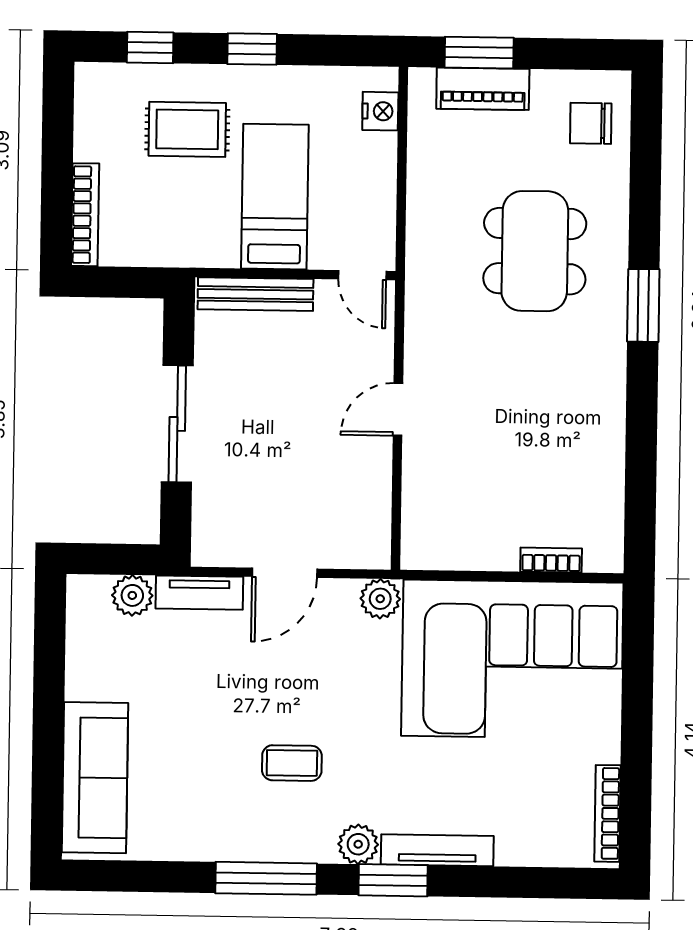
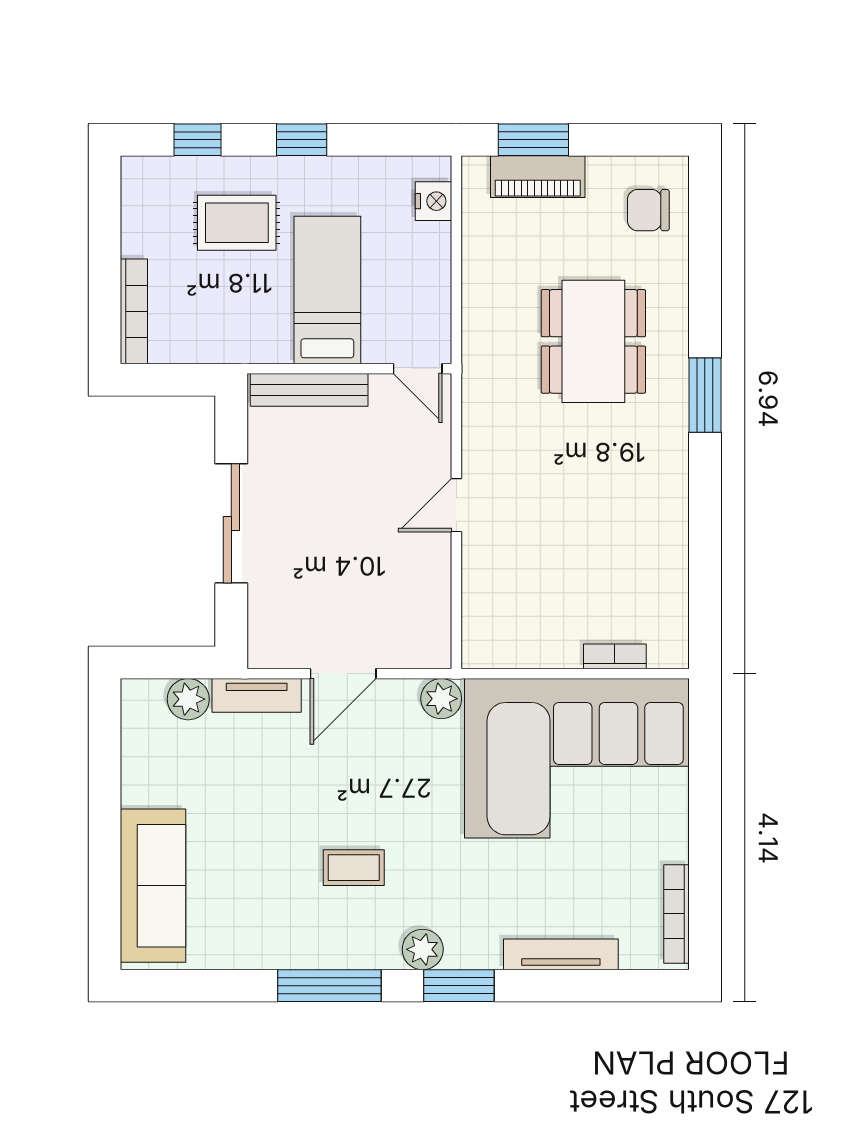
tv unit: (437, 850) -> (561, 954), moved

